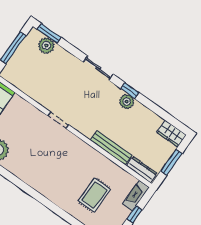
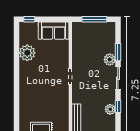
window: (49, 34) -> (118, 52), moved
plant: (46, 46) -> (110, 60), moved

